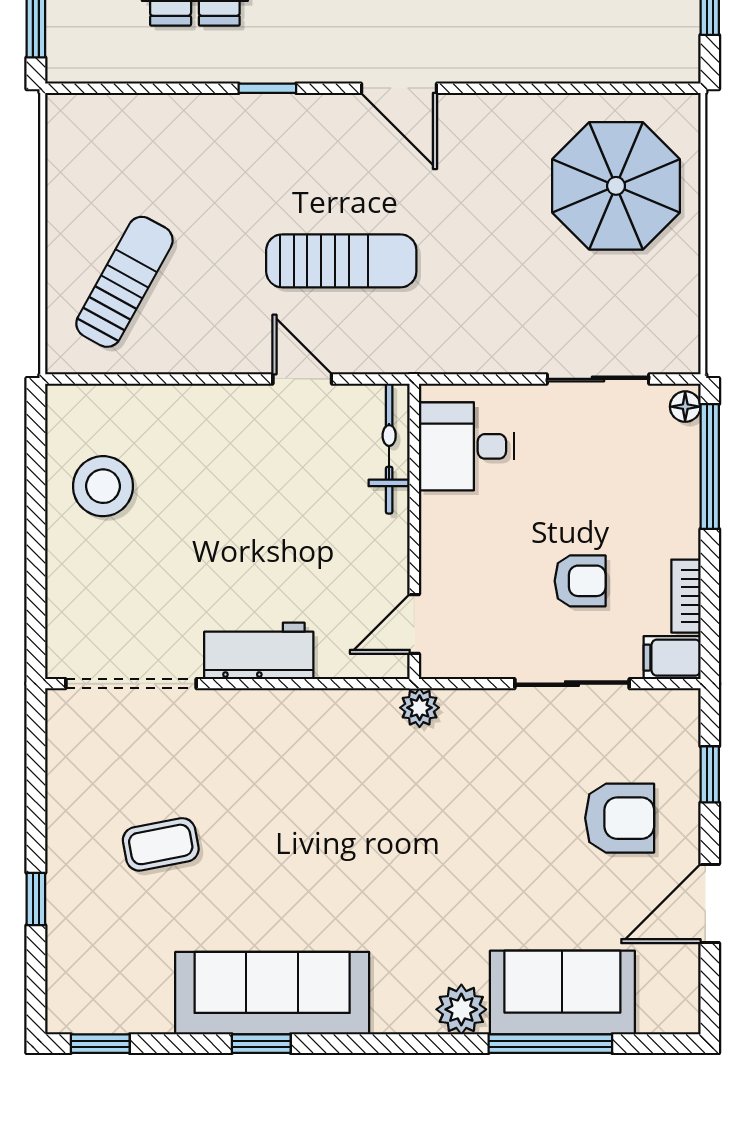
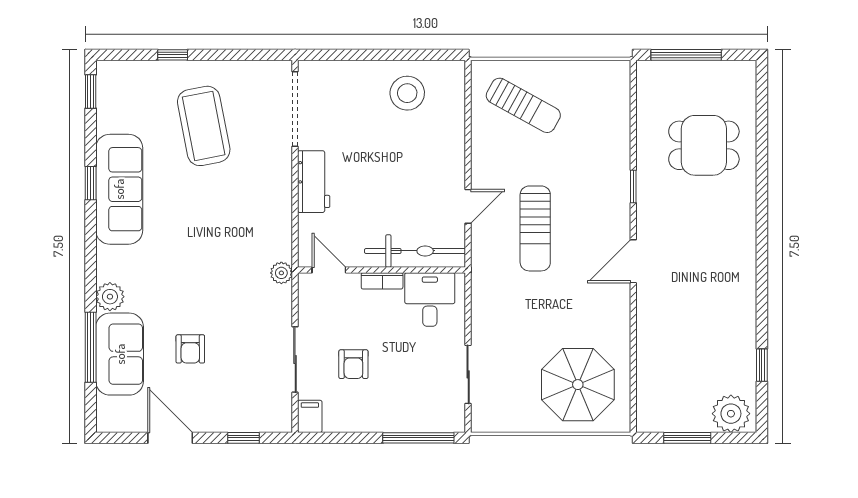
floor lamp: (685, 407) -> (452, 424), removed
bicycle: (389, 449) -> (415, 251), width x1.37, depth x1.40
bookcase: (686, 596) -> (382, 281), moved, turned 180
armchair: (620, 818) -> (190, 349), moved, width x0.72, depth x0.72
coffee table: (161, 844) -> (204, 126), width x1.86, depth x1.72

